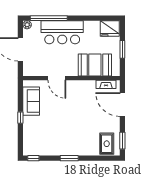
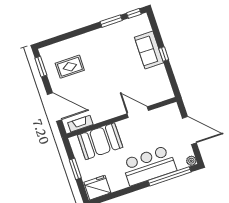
sofa: (31, 101) -> (149, 50), moved
rug: (107, 144) -> (70, 67), moved, turned 90
window: (69, 158) -> (111, 21), moved

